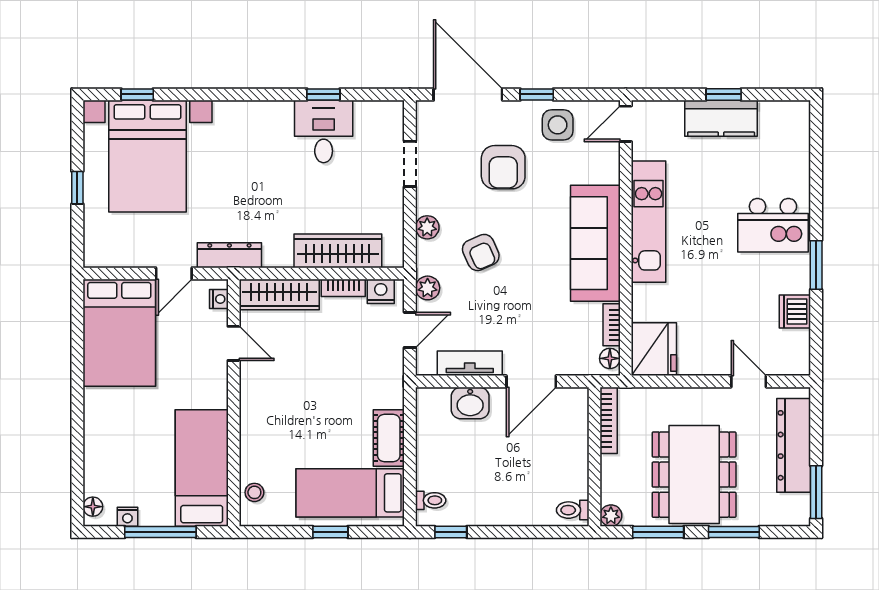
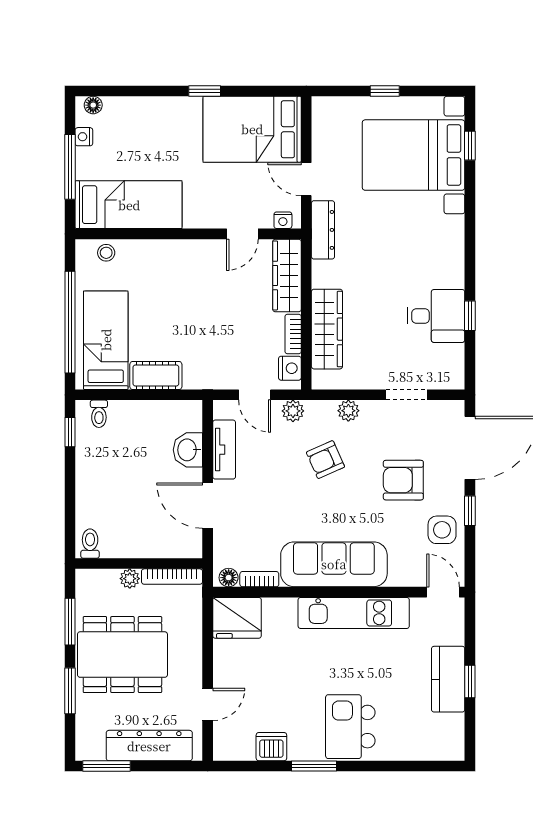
window: (77, 385) -> (205, 91), added
plant: (611, 516) -> (130, 579), moved
window: (330, 532) -> (70, 322), width x3.17

